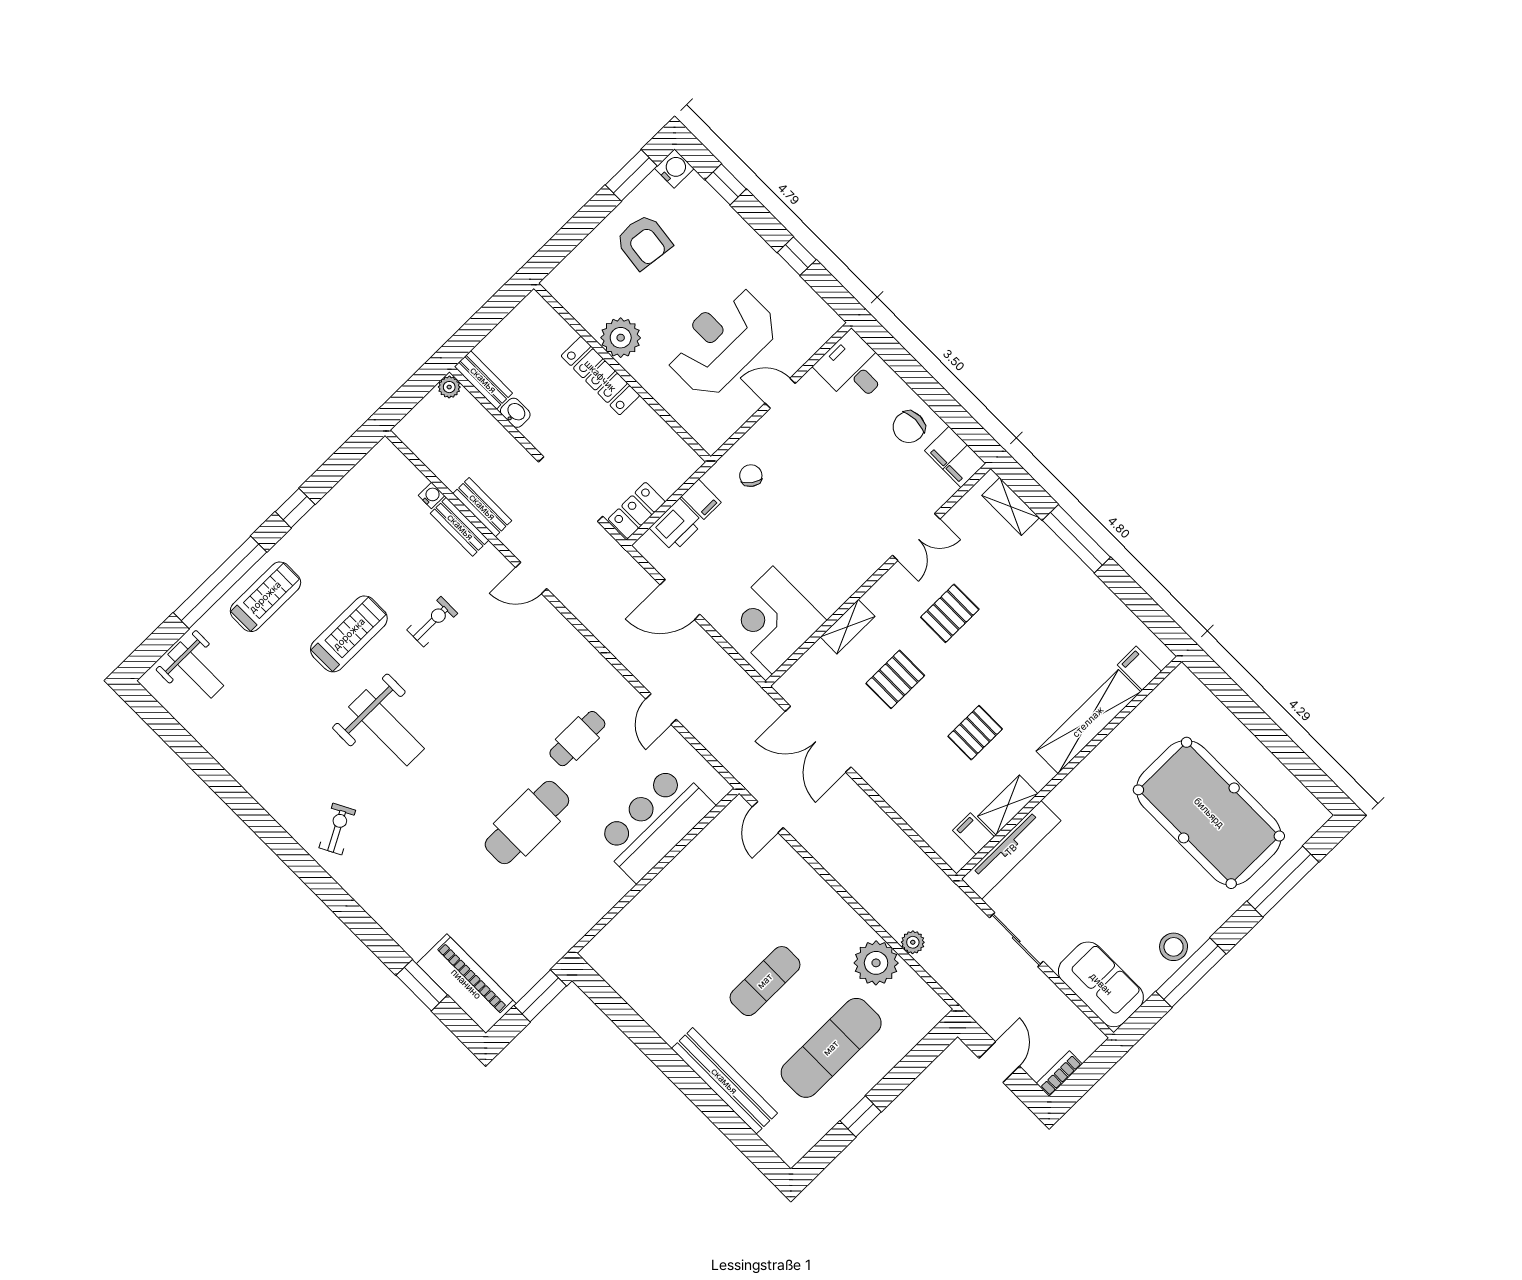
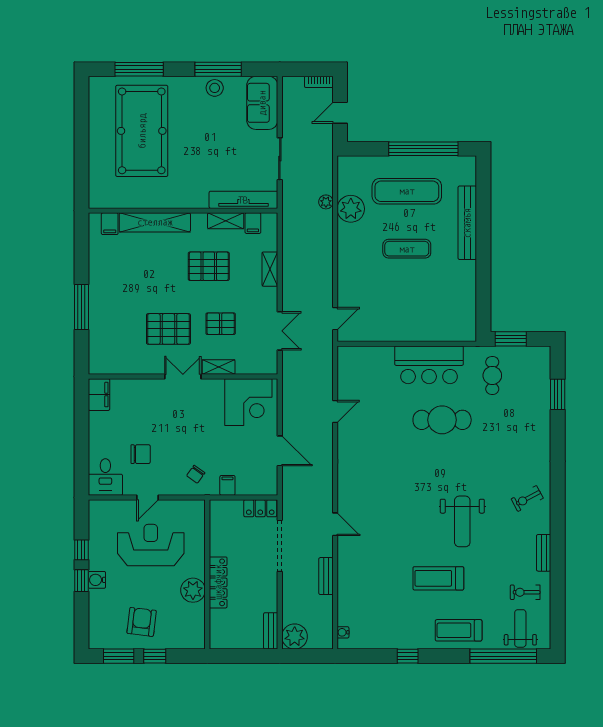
water cooler: (674, 168) -> (97, 580), moved
window: (726, 184) -> (81, 581), moved
window: (589, 217) -> (155, 656), added
reception desk: (722, 342) -> (151, 545), turned 180
plant: (449, 387) -> (295, 637), width x1.88, depth x1.88
door: (780, 393) -> (148, 497), hinge flipped
washbasin: (515, 413) -> (271, 603), removed
chair: (909, 427) -> (141, 454), moved
water cooler: (431, 495) -> (343, 632), moved
shelving: (1011, 506) -> (270, 269), moved
printer: (676, 525) -> (249, 485), removed
bench: (460, 527) -> (544, 553), moved
double door: (916, 537) -> (183, 377), moved
window: (220, 582) -> (503, 656), moved
pallet: (950, 613) -> (168, 329), width x1.50, depth x1.42
exercise bike: (432, 622) -> (525, 592), moved
weight bench: (386, 728) -> (462, 521), turned 180
pallet: (975, 733) -> (209, 266), width x1.50, depth x1.42
cafe table: (577, 739) -> (492, 375), moved, turned 90
double door: (818, 739) -> (280, 331), width x0.73
bar counter: (655, 823) -> (429, 365), moved
piano: (466, 984) -> (538, 376), removed
window: (861, 1116) -> (423, 149), width x3.17

